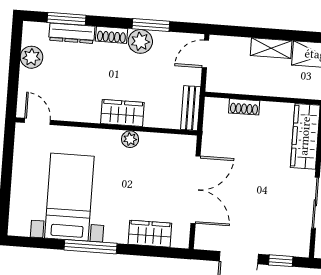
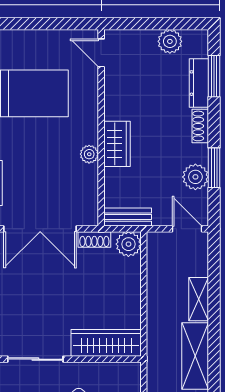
plant: (140, 41) -> (195, 177), moved
shoe rack: (244, 107) -> (94, 239), moved, turned -90
plant: (216, 109) -> (128, 244), added
door: (37, 121) -> (101, 53), swing flipped

